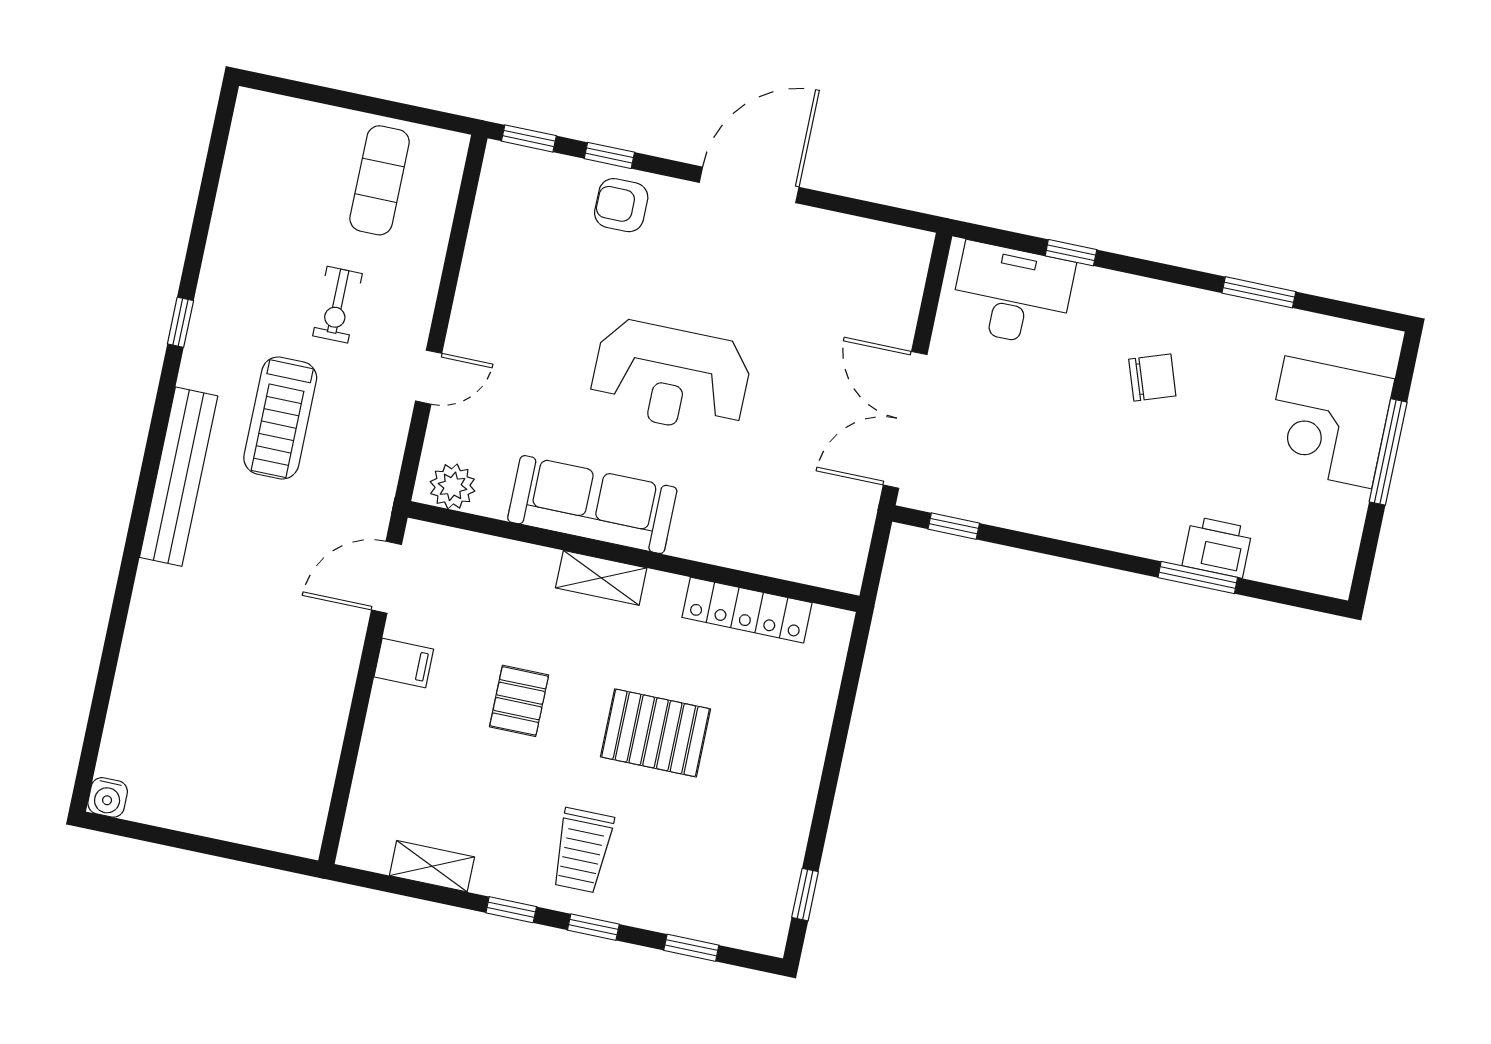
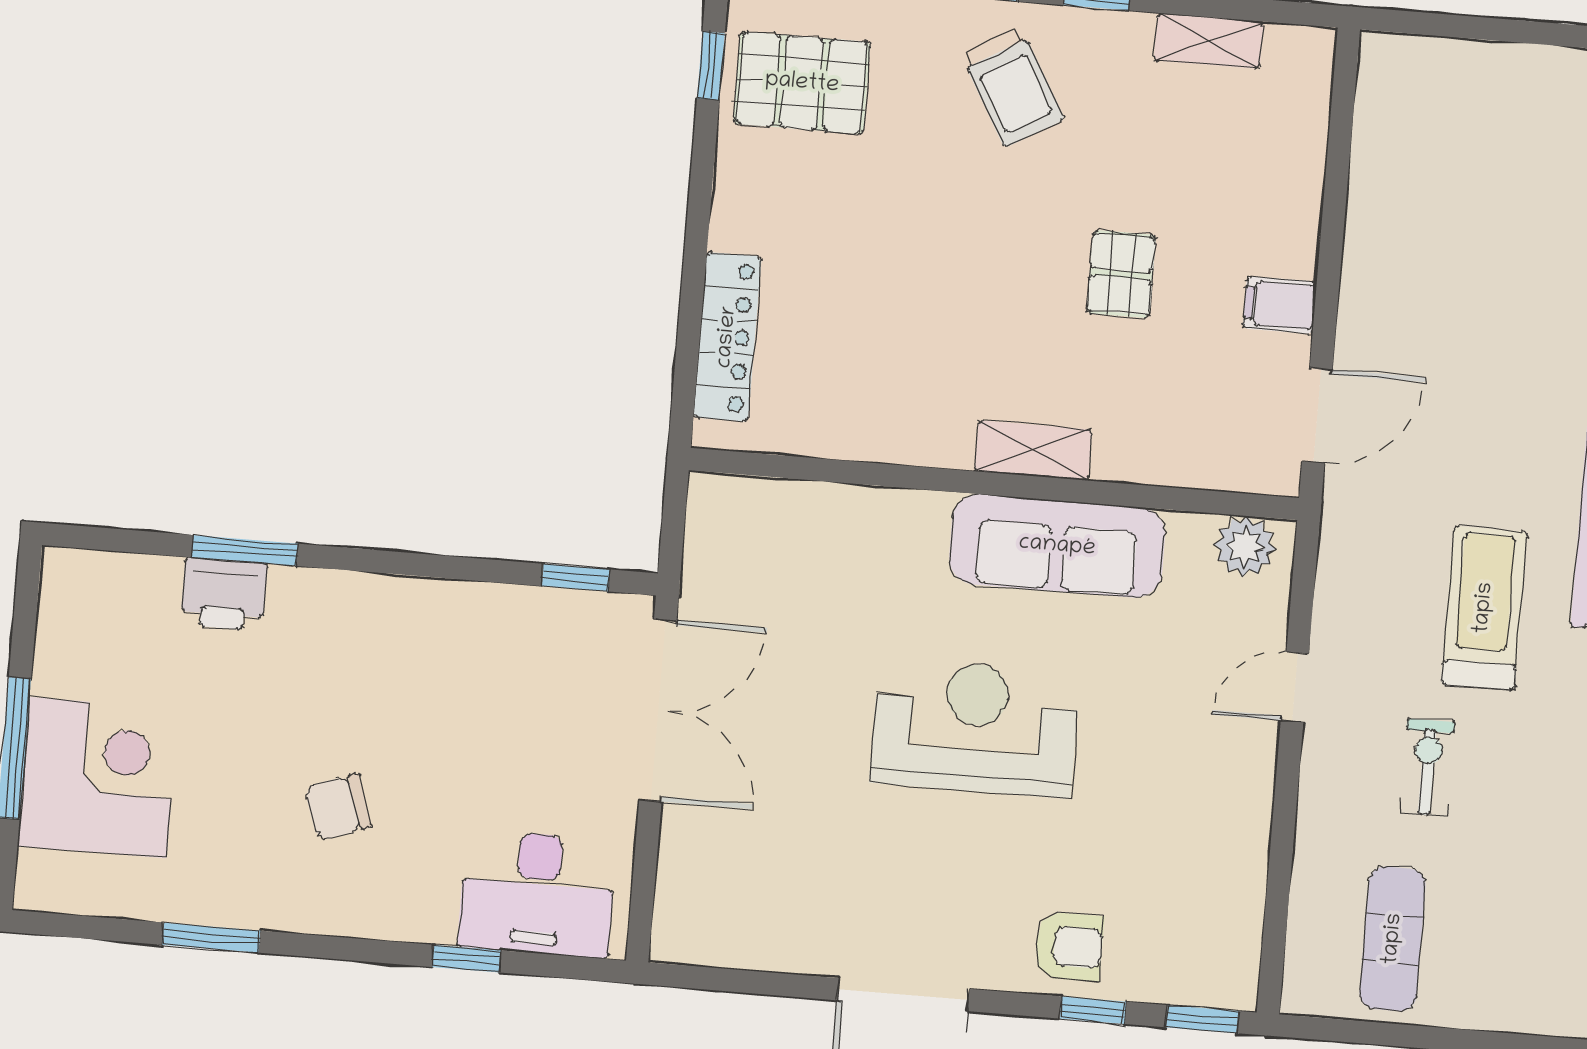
locker: (747, 610) -> (727, 337), moved, turned 90
pallet: (655, 733) -> (802, 83), moved
trolley: (582, 850) -> (1013, 87), turned 150

